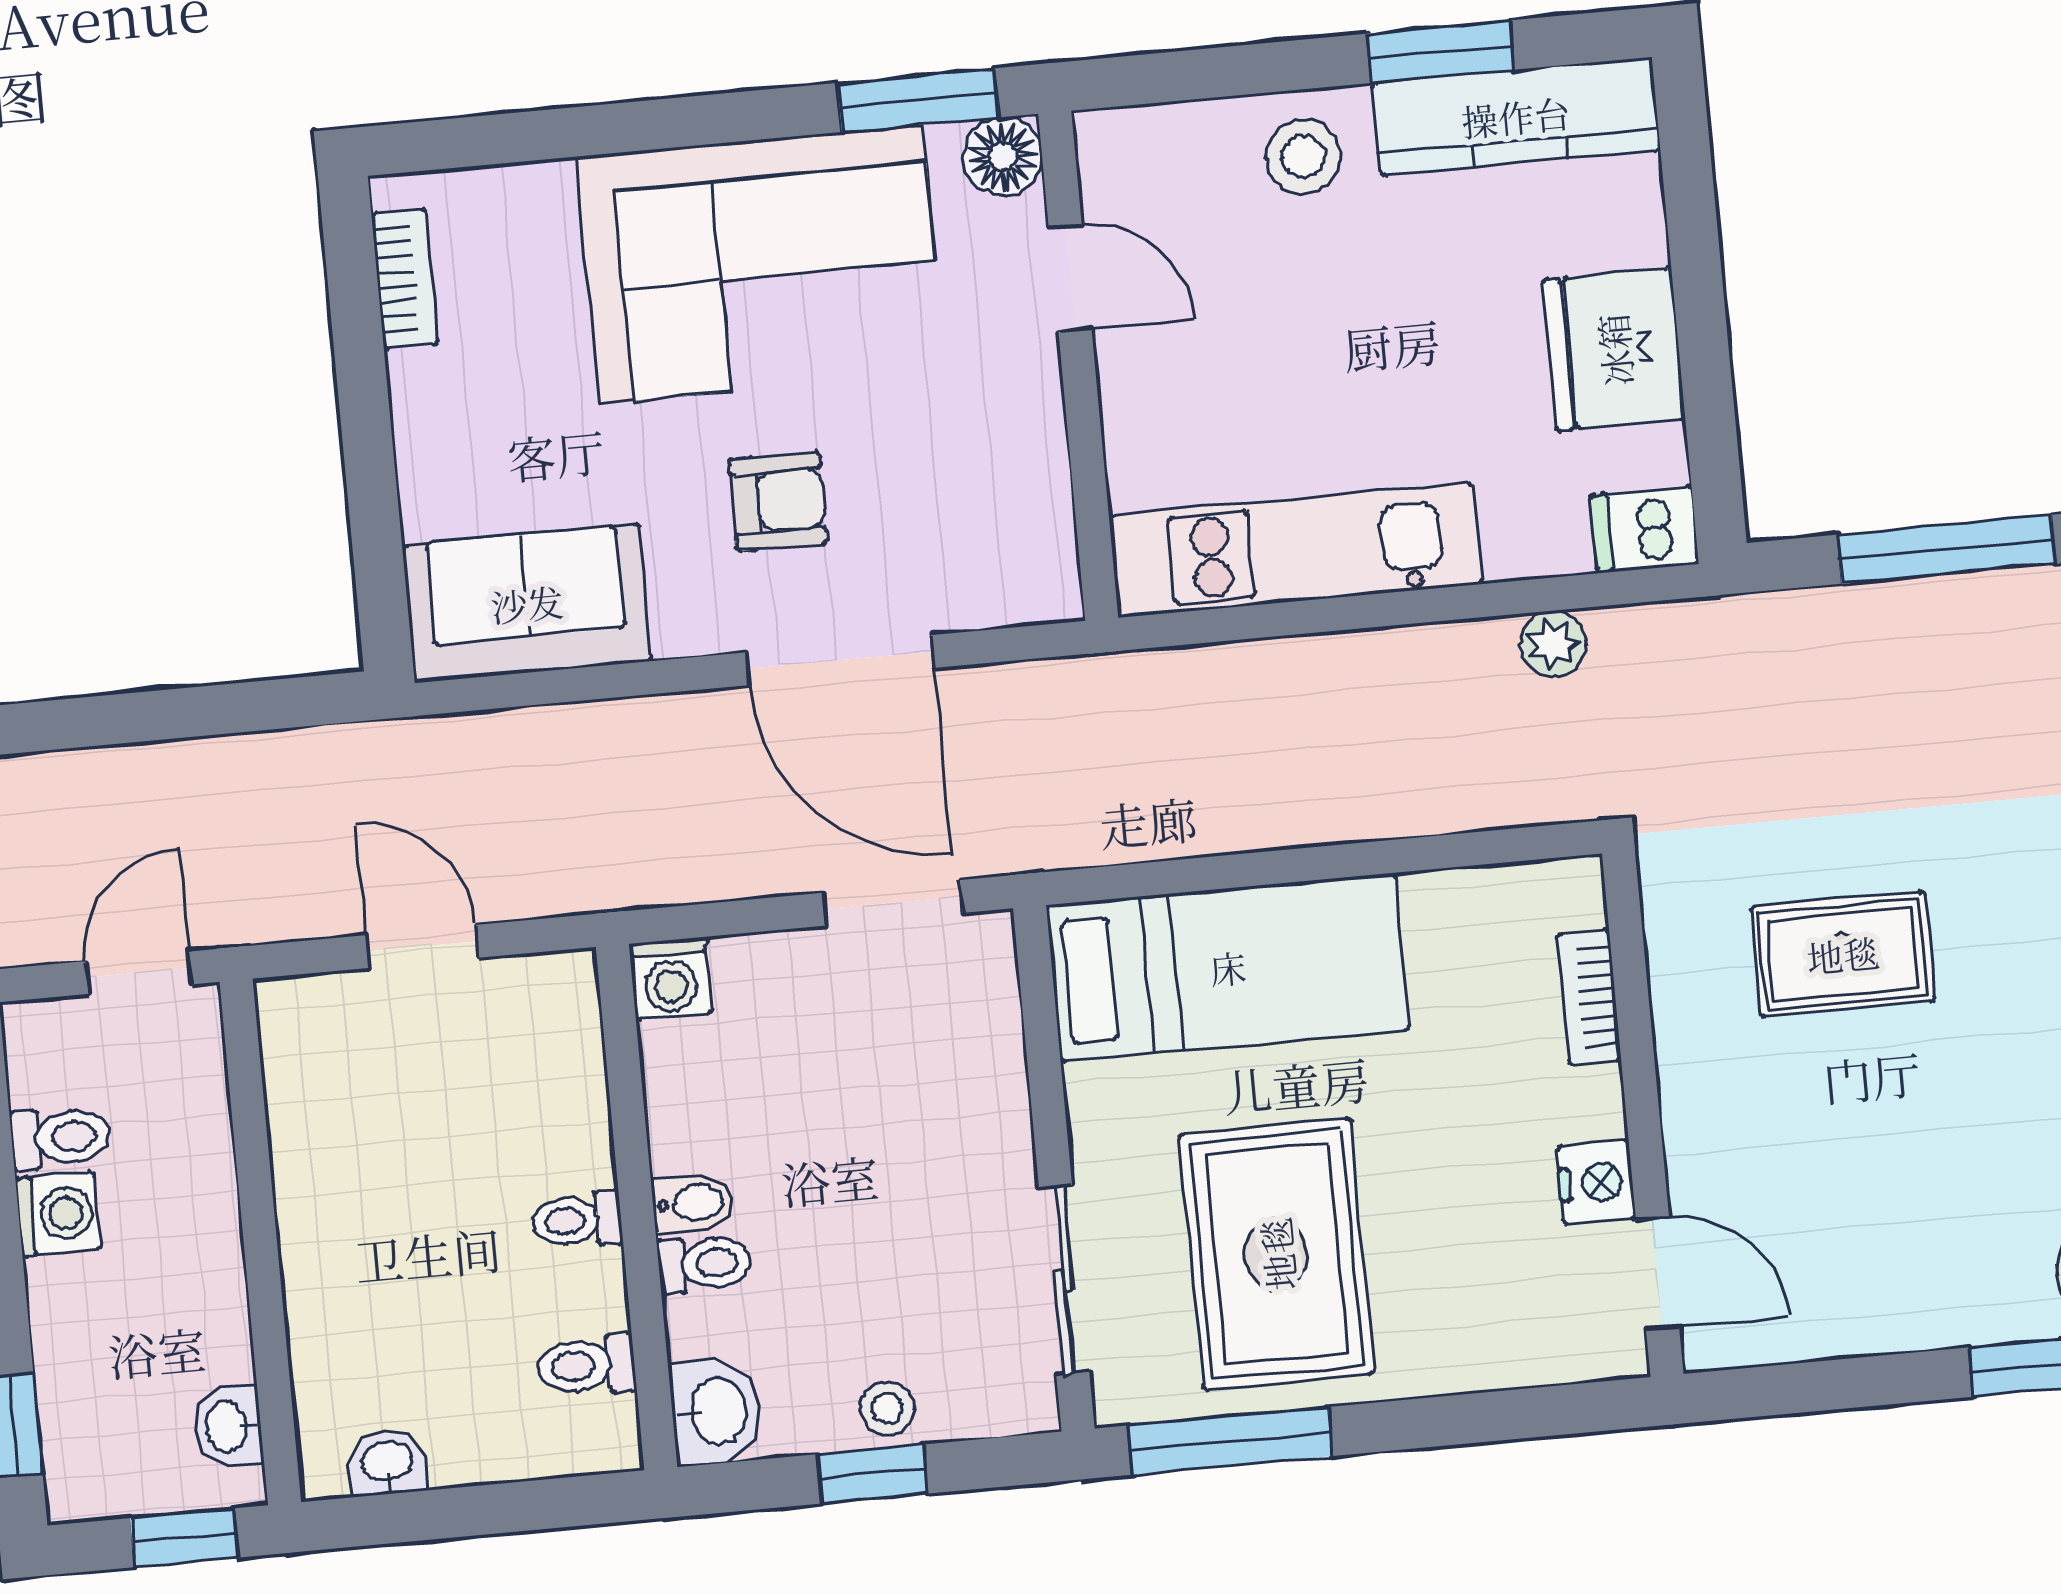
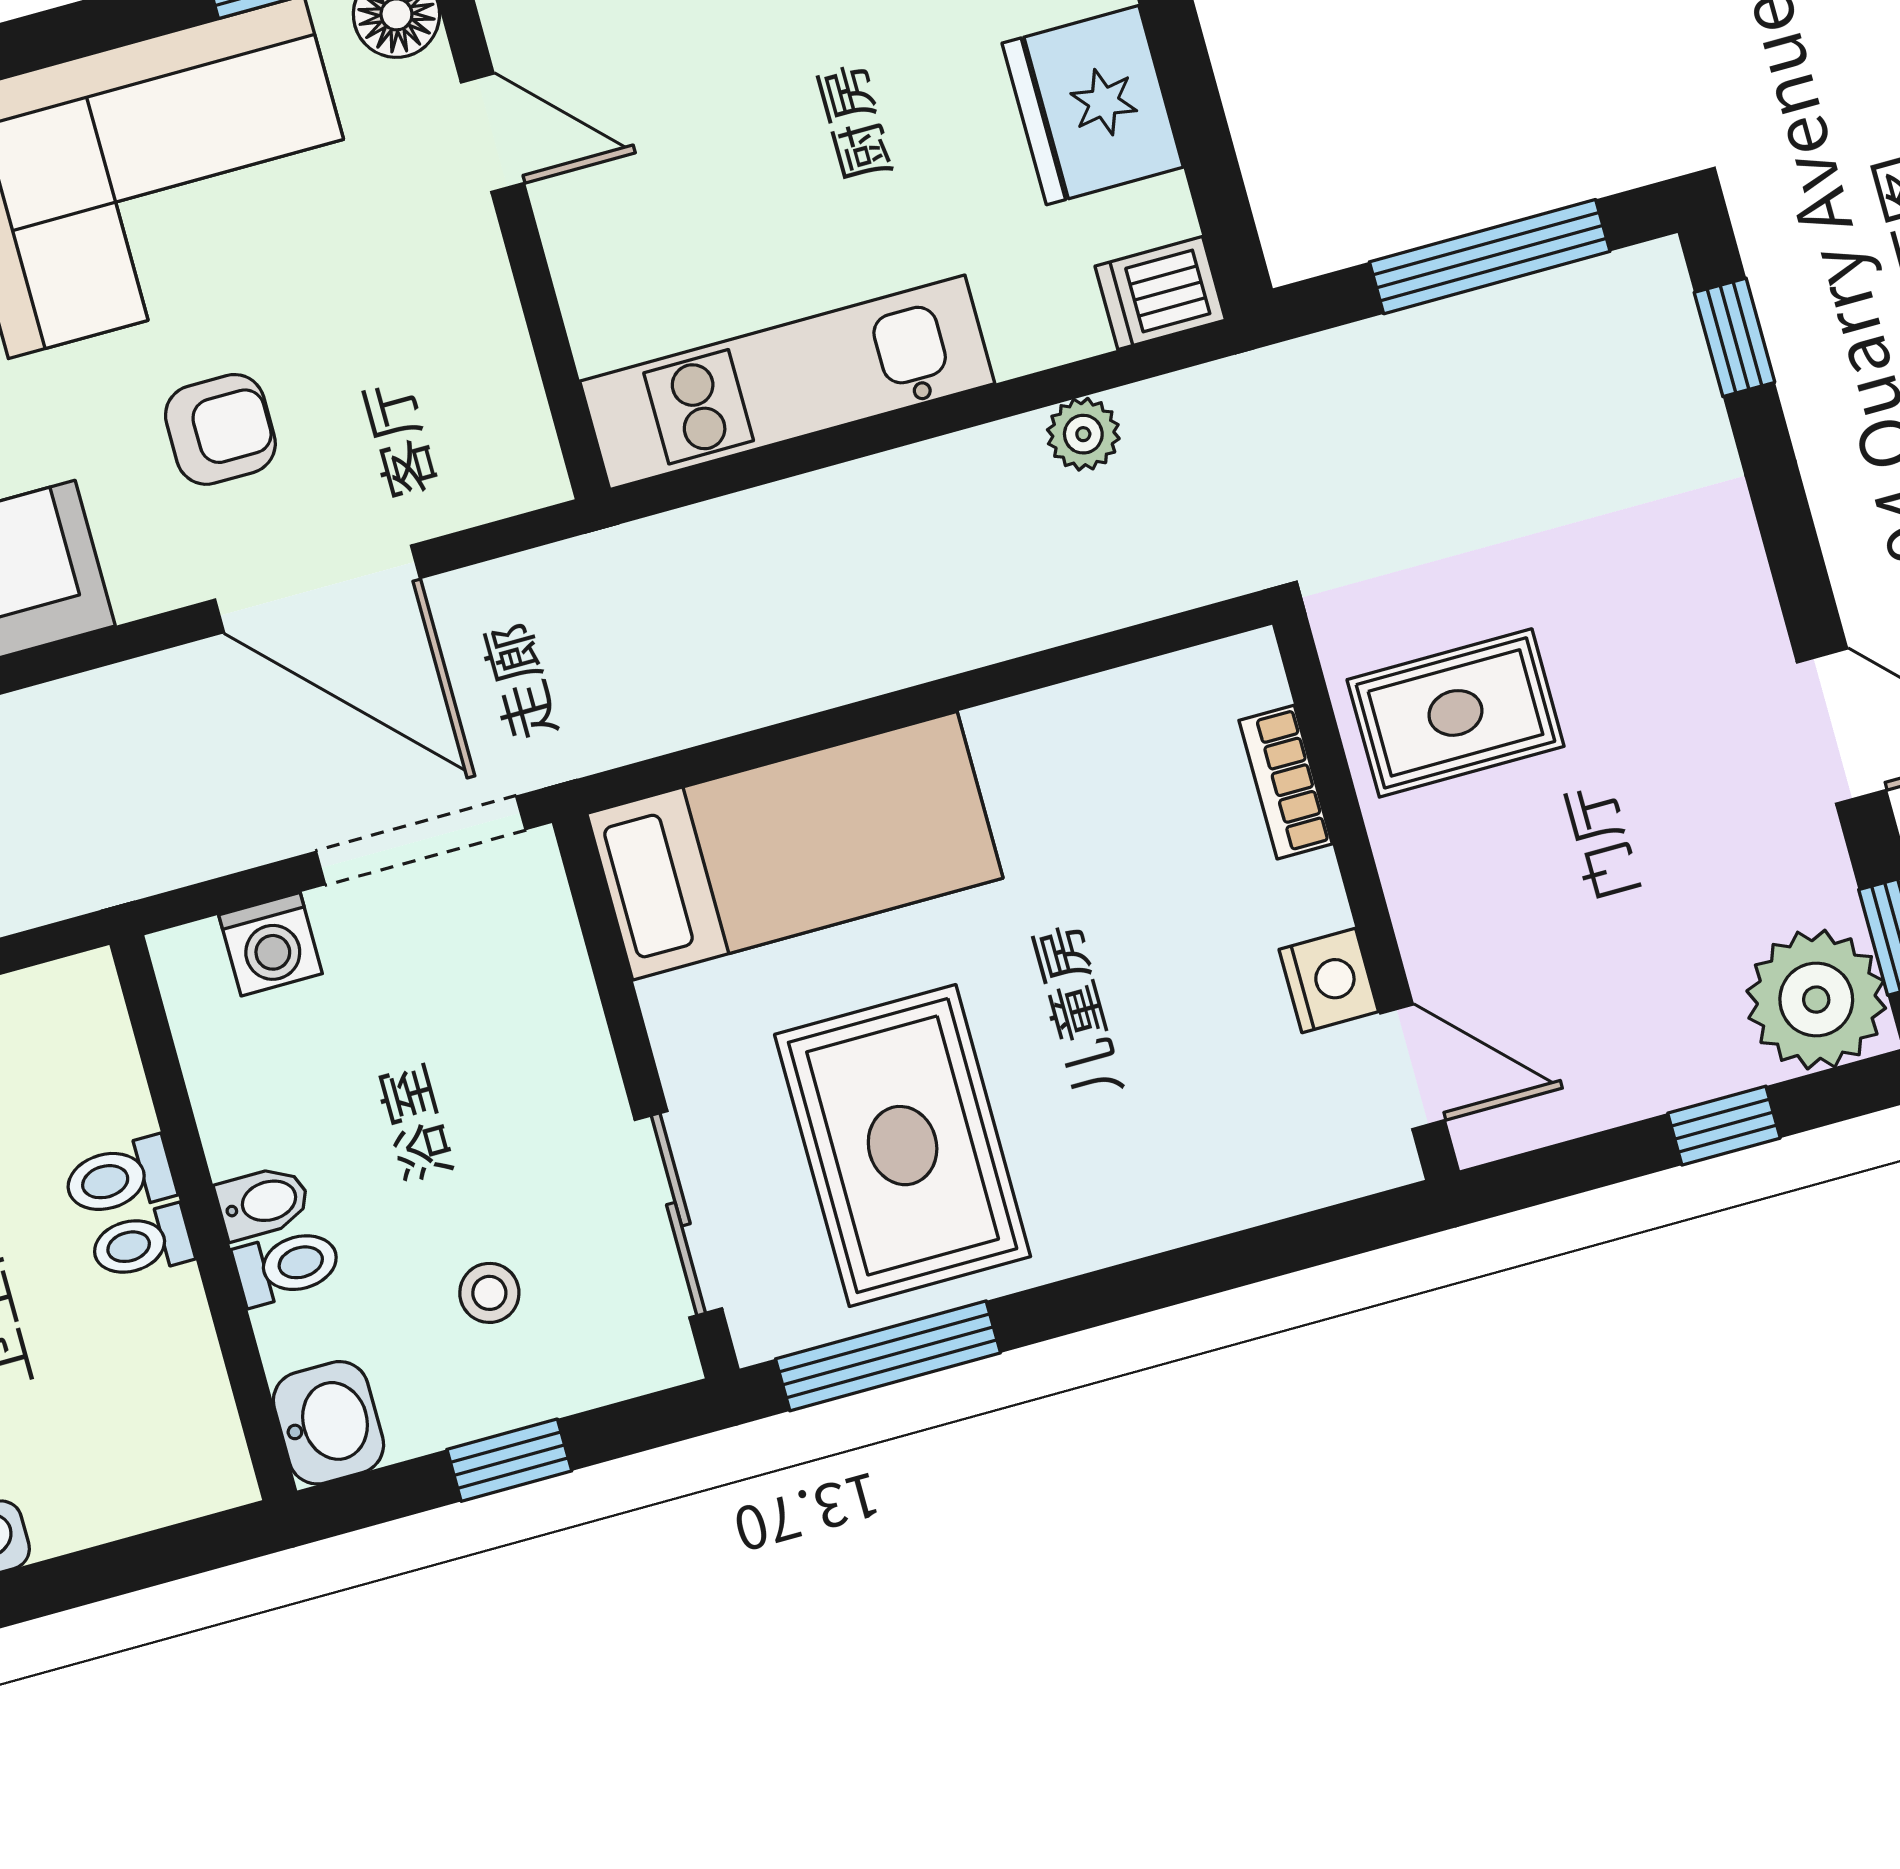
doorway: (892, 903) -> (421, 840), width x1.38
washing machine: (671, 979) -> (271, 944), moved
bookcase: (1589, 997) -> (1286, 782), moved
wall: (1643, 1114) -> (1366, 897), moved
nightstand: (1596, 1182) -> (1329, 980), moved
door: (1657, 1273) -> (1413, 1067), moved
toilet: (587, 1365) -> (119, 1178), moved
stool: (887, 1408) -> (489, 1293), moved

